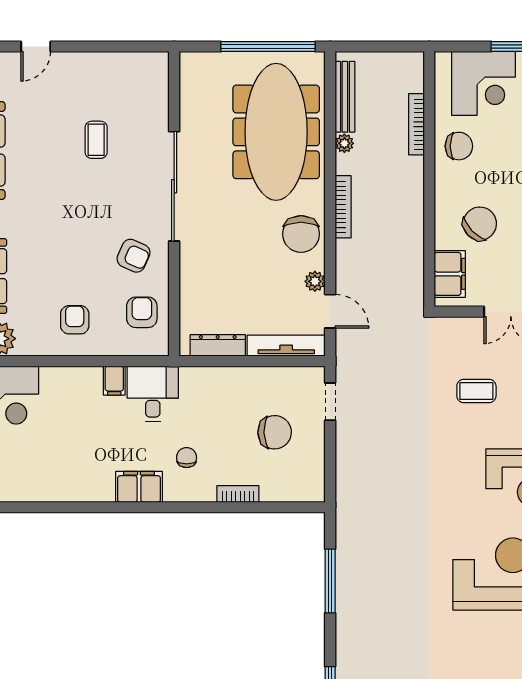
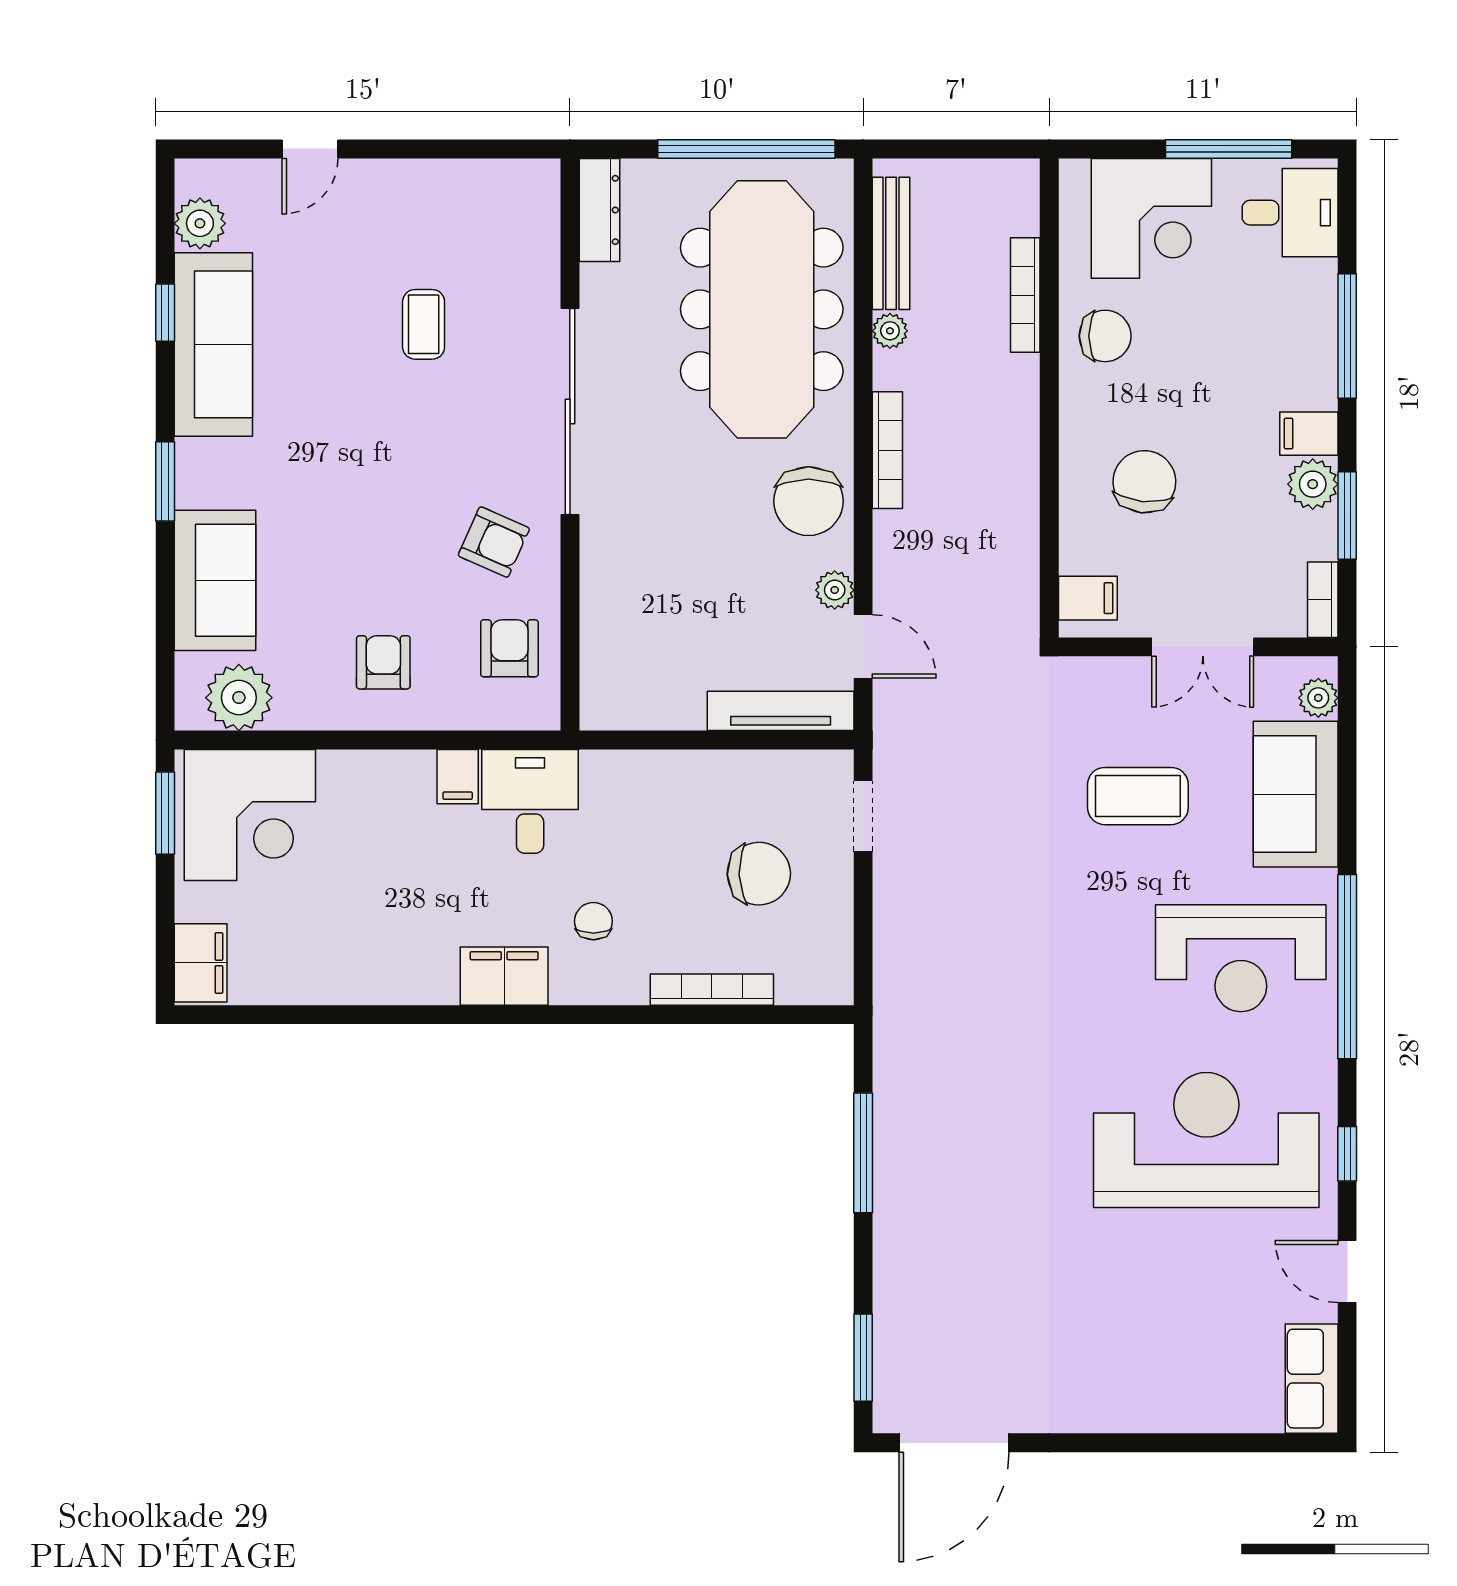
chair: (480, 224) -> (1144, 482), turned -40
filing cabinet: (450, 274) -> (1088, 598), width x0.50
dresser: (218, 345) -> (599, 210), moved, turned 90
coffee table: (476, 391) -> (1138, 796), width x1.36, depth x1.30
bookcase: (238, 494) -> (712, 990), width x1.56

